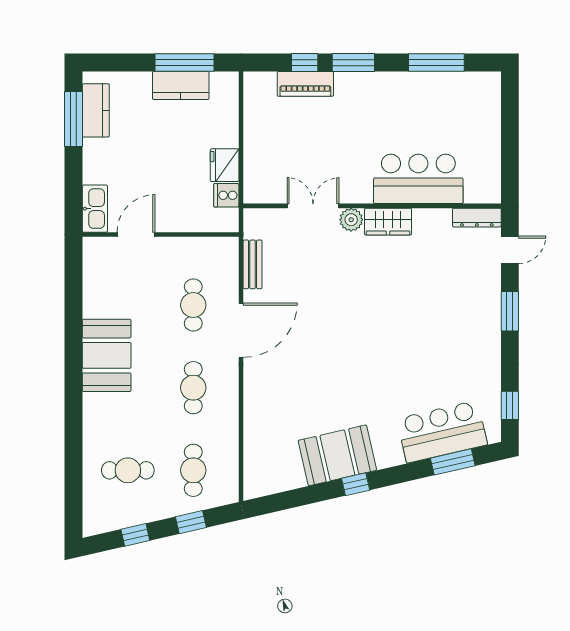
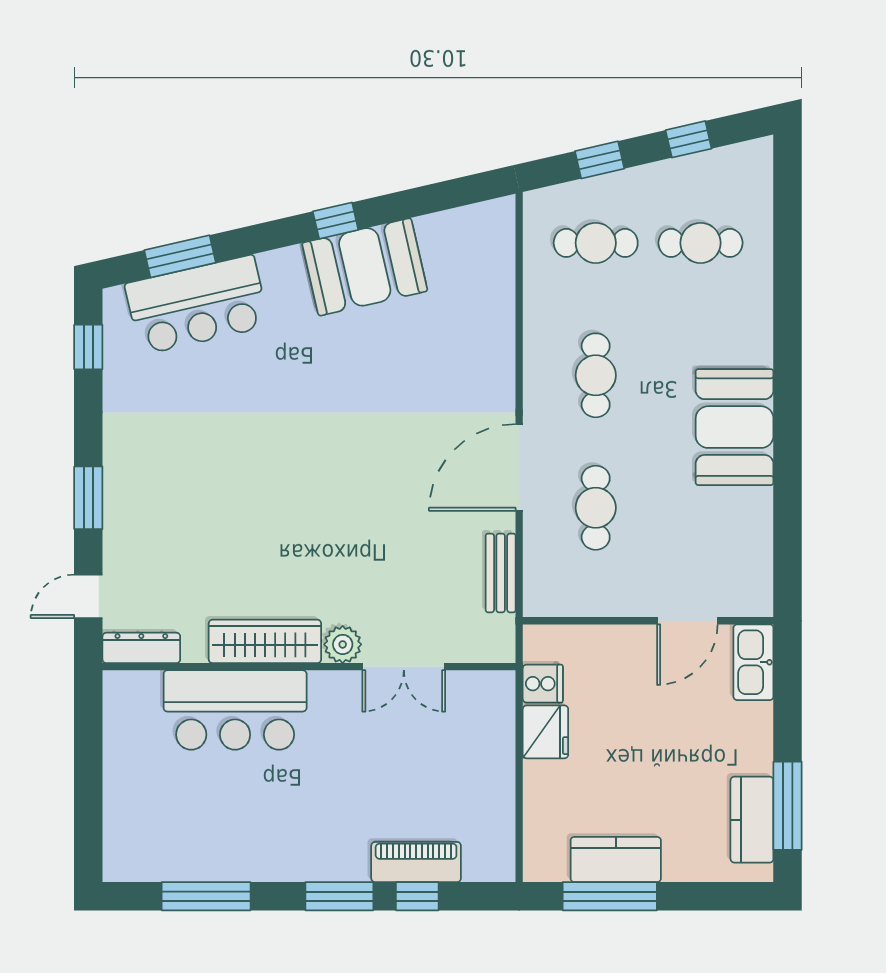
wardrobe: (388, 222) -> (265, 641), width x1.50
cafe table: (193, 470) -> (596, 243), turned 90

